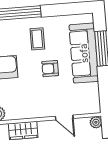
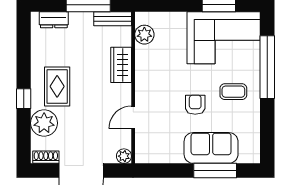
sofa: (84, 53) -> (211, 148), width x0.73

